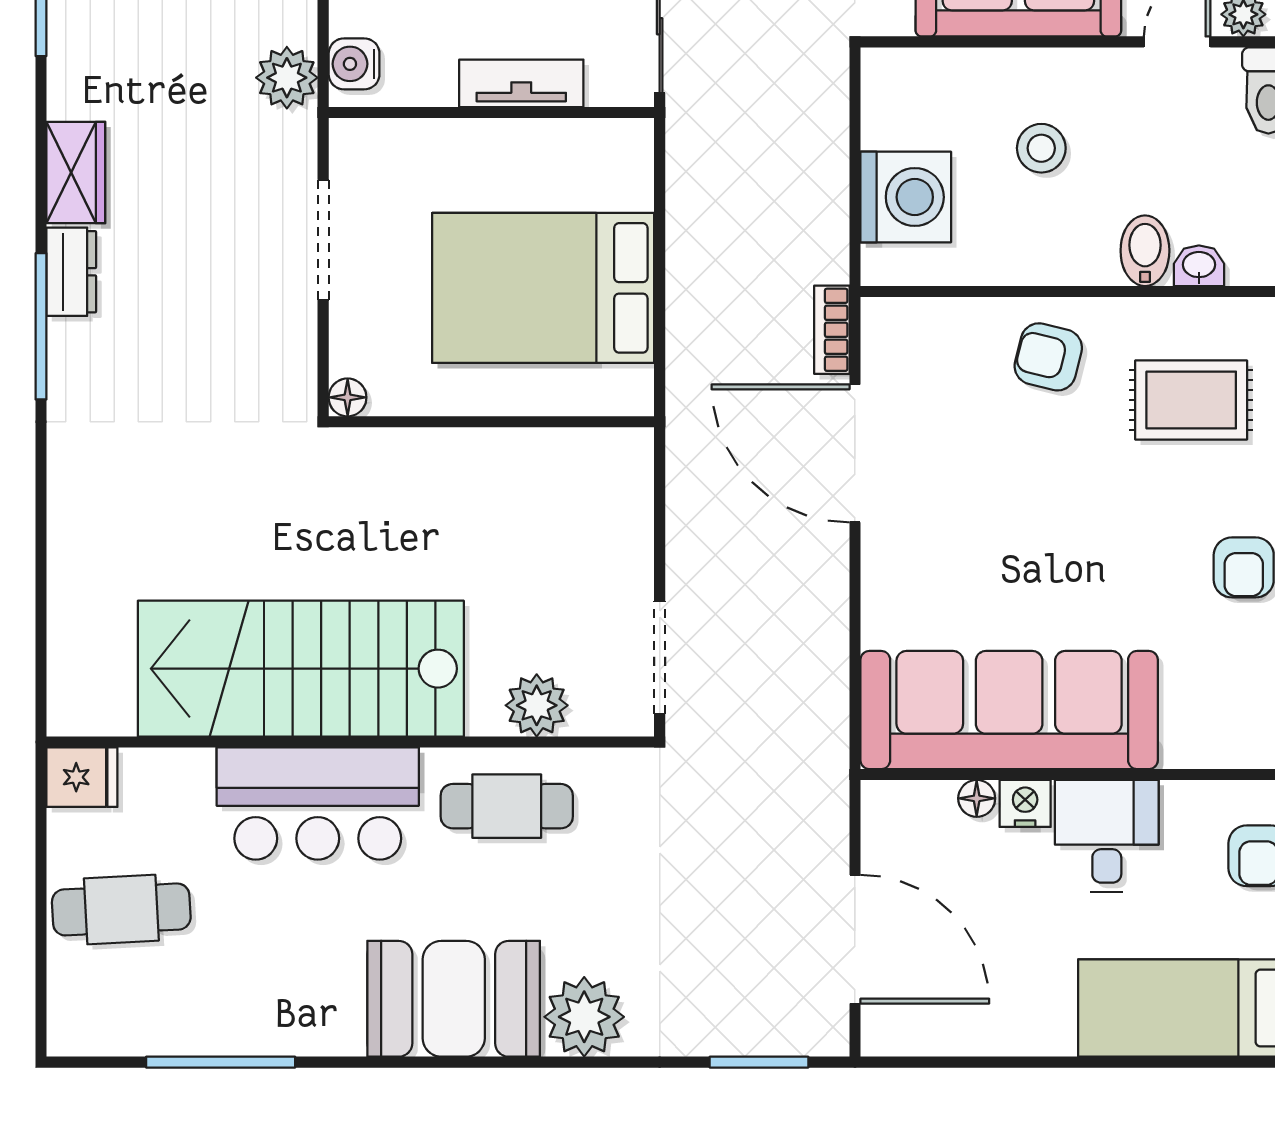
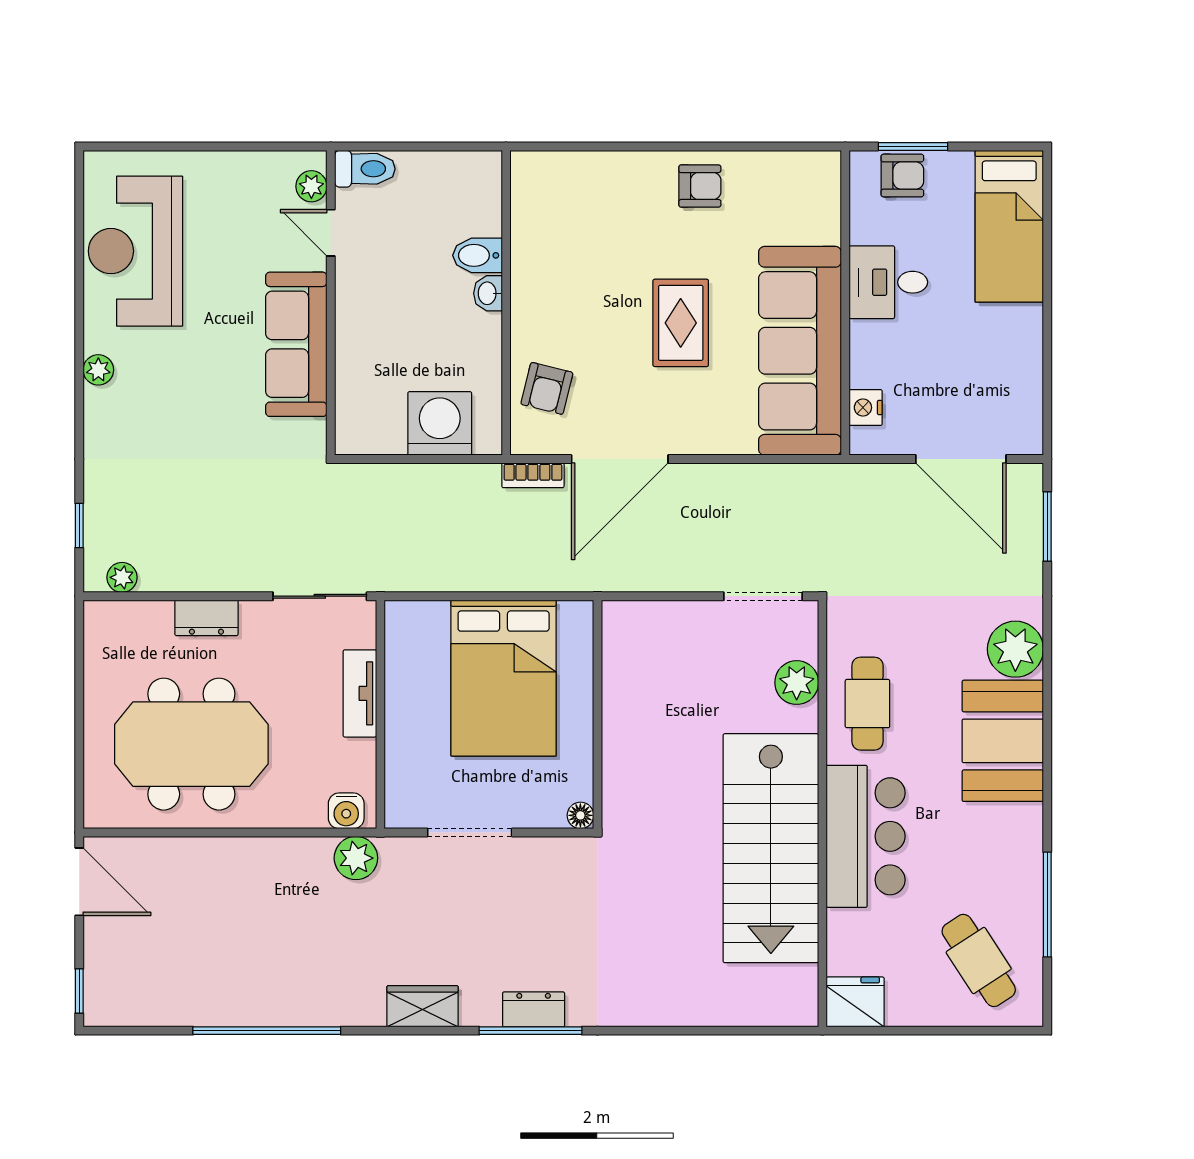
stool: (1041, 148) -> (405, 328), removed
washbasin: (1199, 266) -> (488, 293), moved
dresser: (71, 272) -> (534, 1009), moved
armchair: (1048, 357) -> (547, 388), moved
rug: (1191, 400) -> (681, 323), moved
fridge: (82, 777) -> (855, 1002), width x1.38
floor lamp: (977, 798) -> (862, 374), removed
nightstand: (1025, 803) -> (866, 408), moved
cafe table: (121, 909) -> (979, 960), moved, turned -30
door: (855, 939) -> (961, 459), swing flipped

